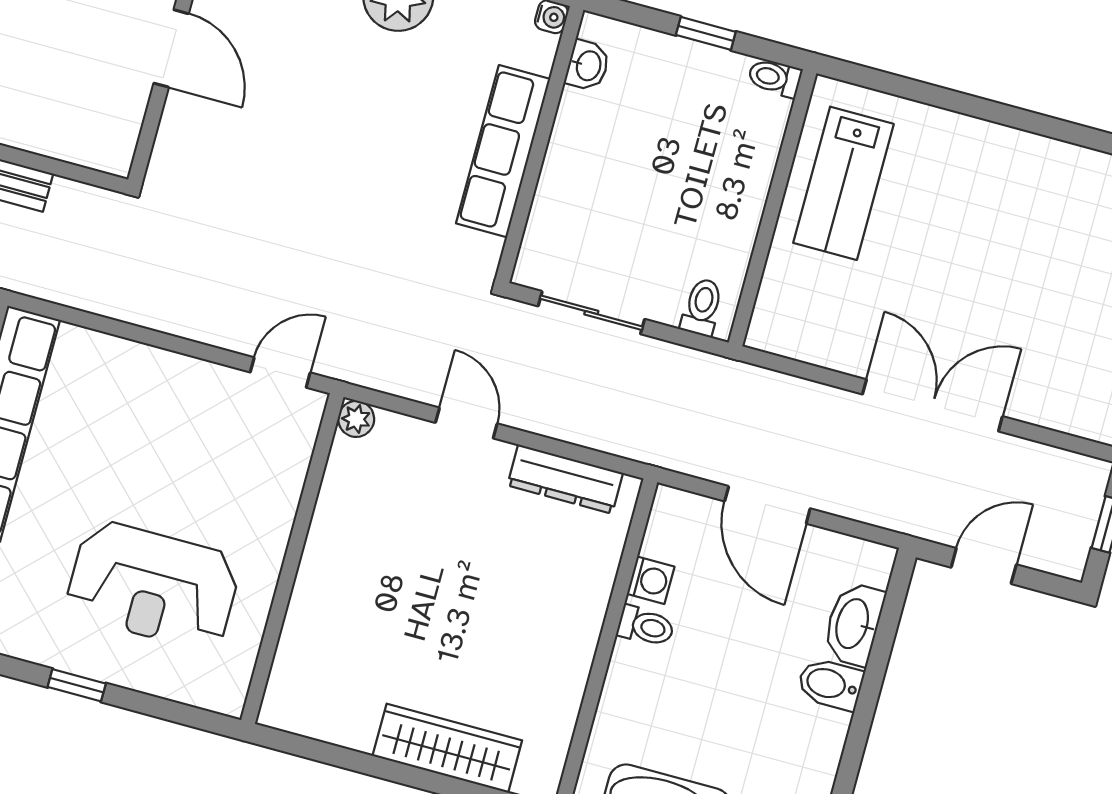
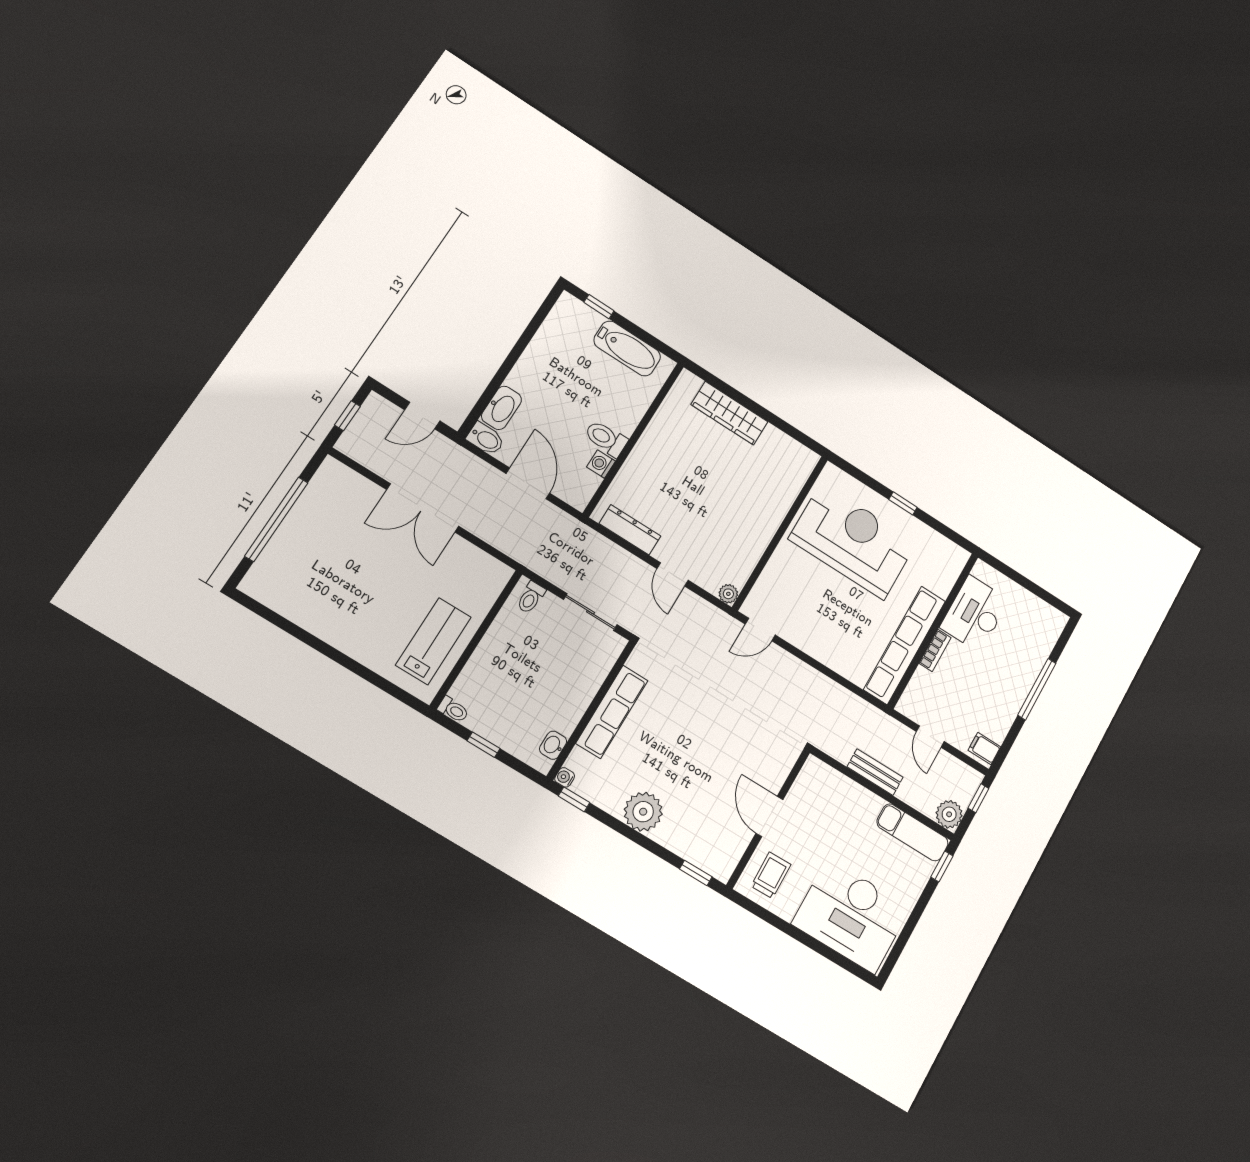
reception desk: (153, 586) -> (853, 541), width x1.36, depth x1.30
toilet: (646, 626) -> (606, 438), width x1.37, depth x1.39
bidet: (830, 684) -> (486, 439), moved

